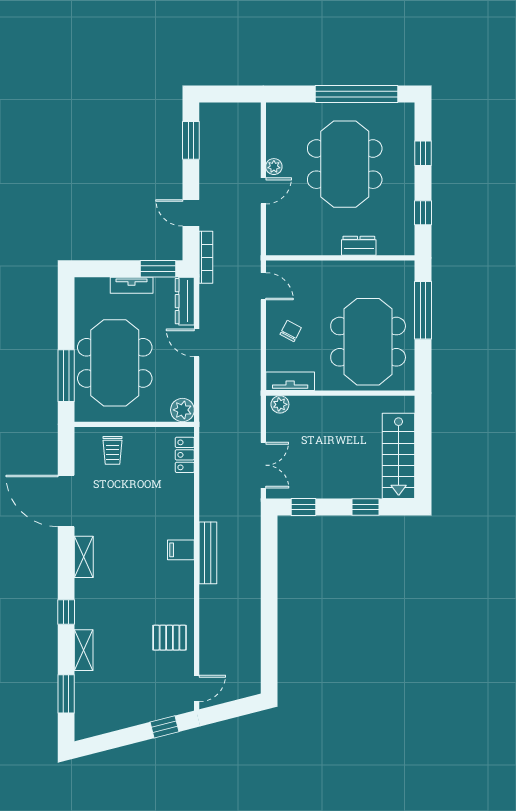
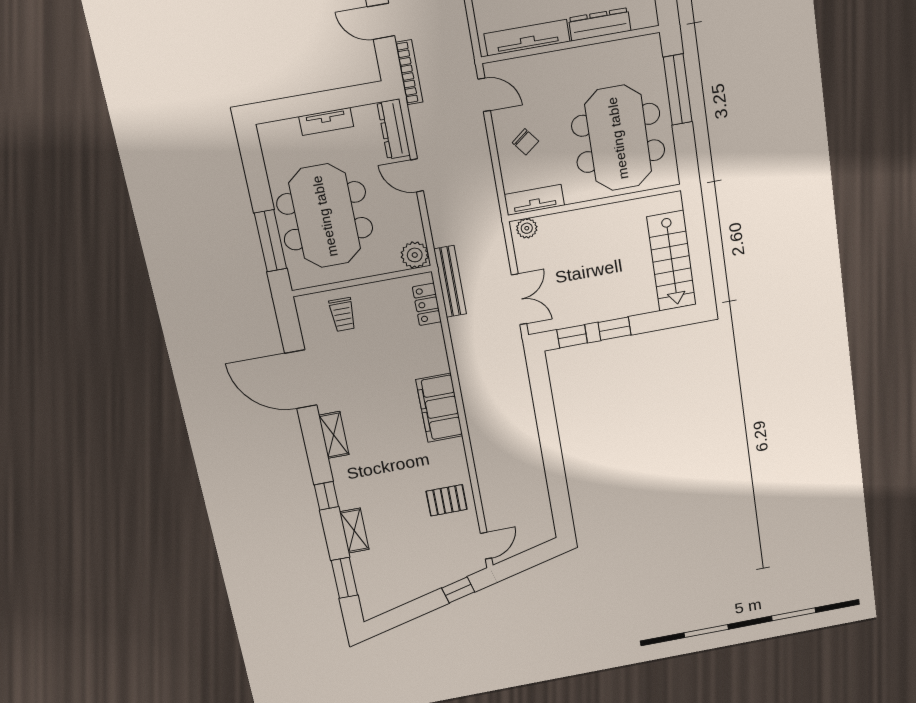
tv unit: (306, 246) -> (527, 38), added
dresser: (359, 246) -> (600, 24), width x1.44
window: (158, 269) -> (354, 96), removed
chair: (291, 331) -> (525, 142), turned 114
window: (365, 507) -> (614, 329), moved
filing cabinet: (181, 550) -> (439, 408), width x3.00, depth x1.17
bench: (208, 553) -> (450, 282), moved

